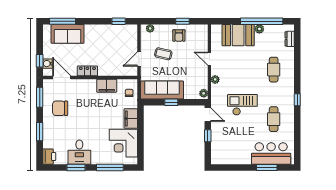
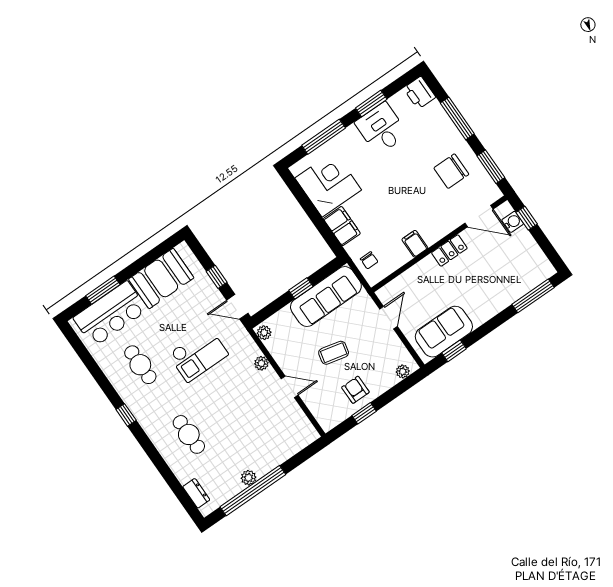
sofa: (68, 34) -> (444, 332), moved
booth: (238, 35) -> (161, 278), moved
coffee table: (163, 54) -> (334, 353), moved
filing cabinet: (107, 86) -> (415, 244), width x0.50
chair: (60, 108) -> (451, 171), turned 180
window: (40, 132) -> (457, 118), width x1.44

